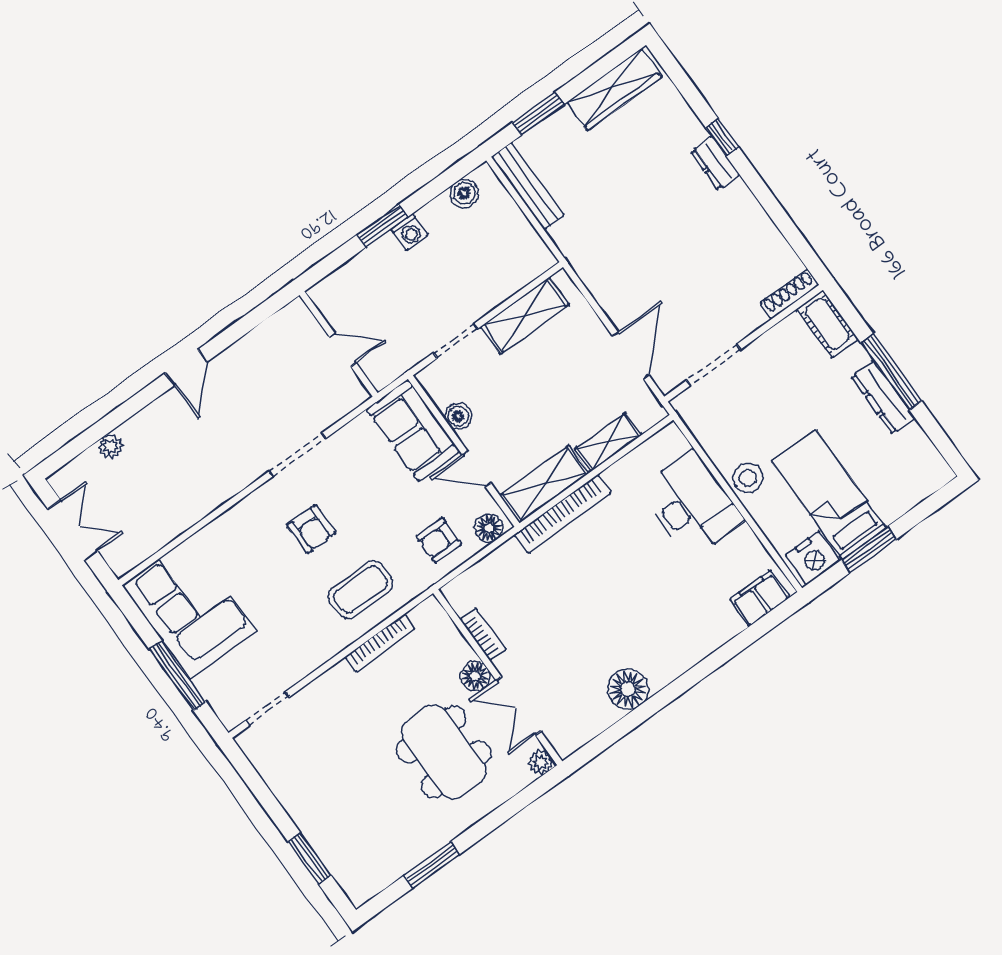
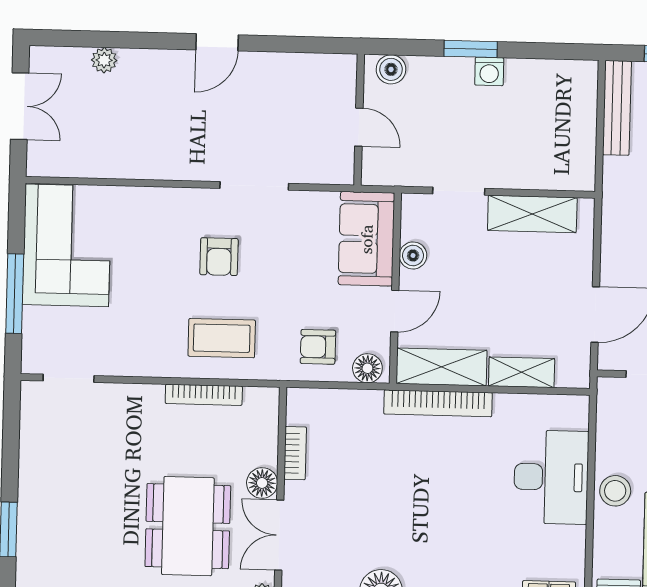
boiler: (464, 193) -> (391, 69), moved
door: (476, 469) -> (395, 311), swing flipped

